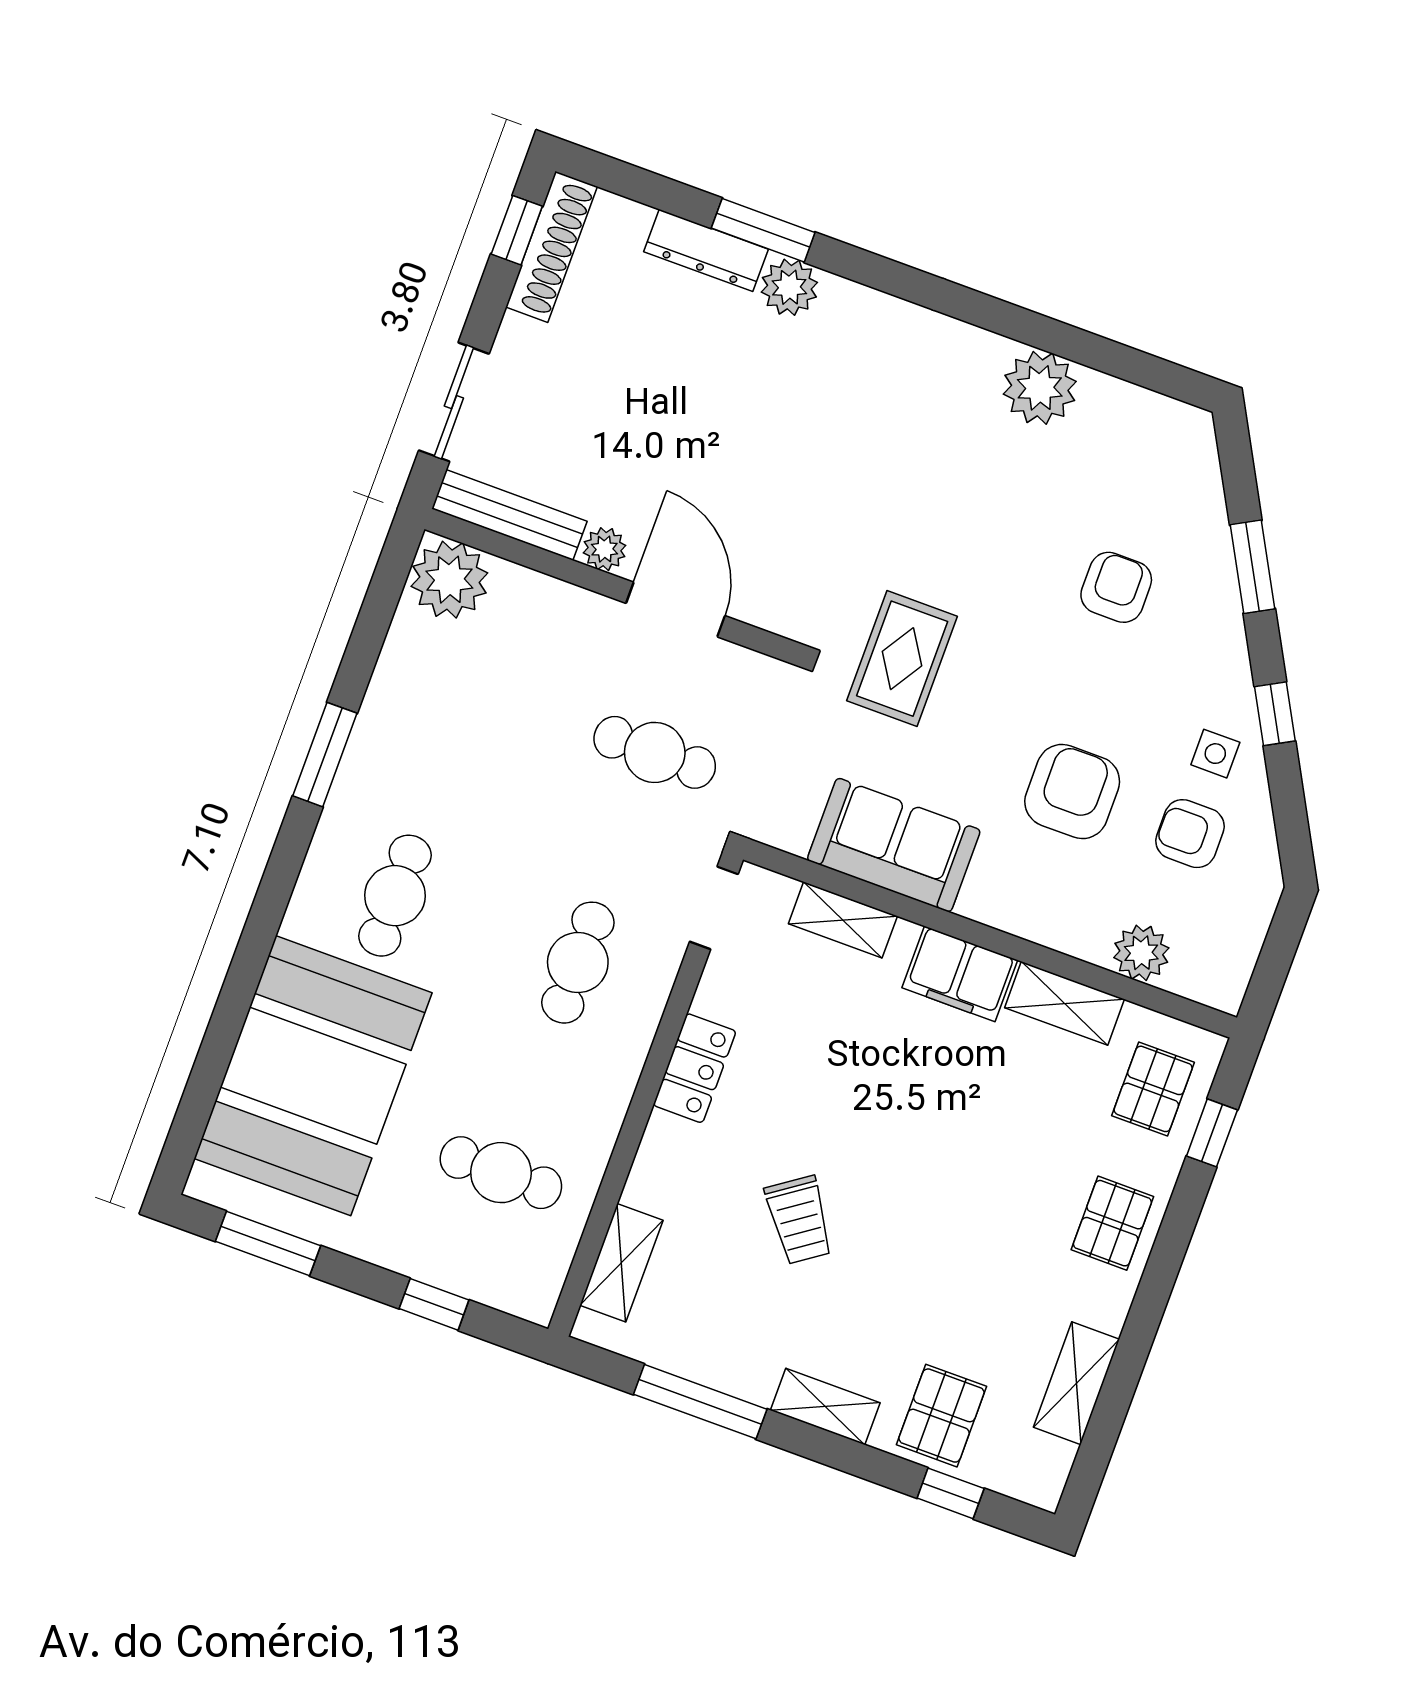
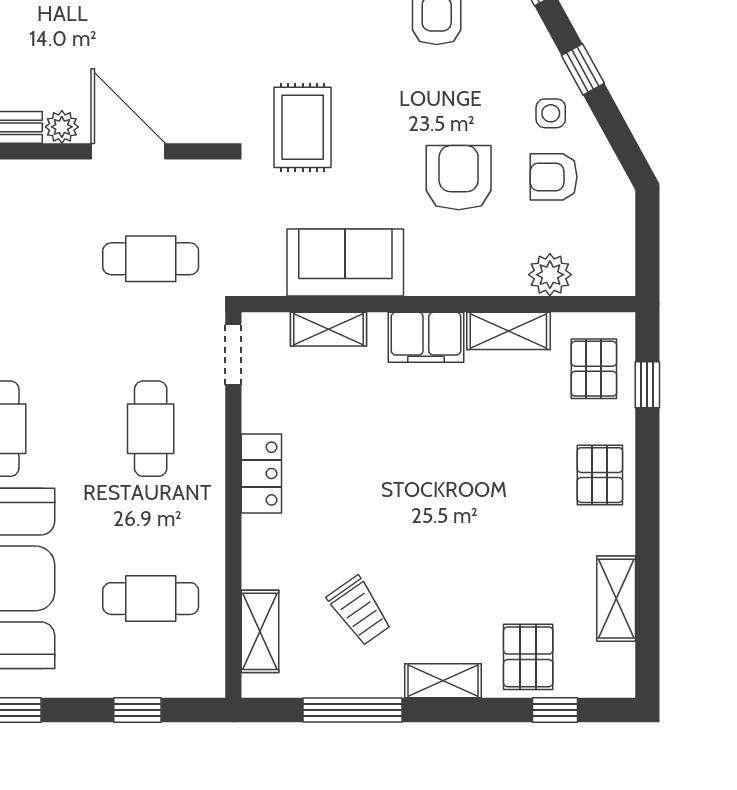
trolley: (799, 1220) -> (359, 611), moved

